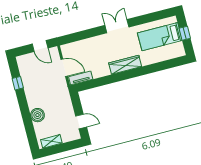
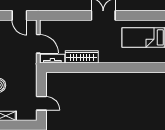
wardrobe: (125, 65) -> (82, 57), moved

